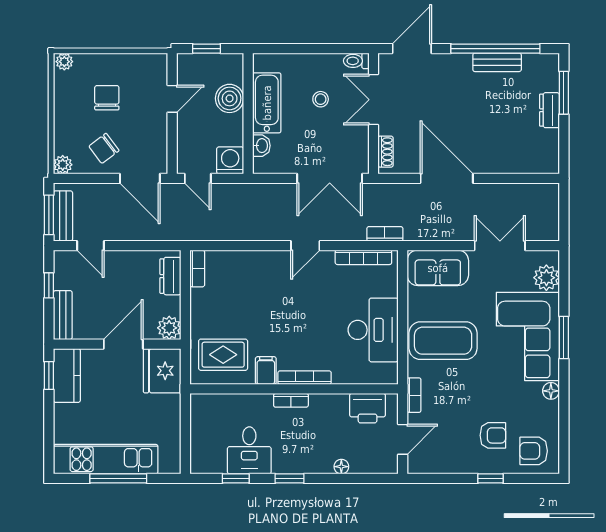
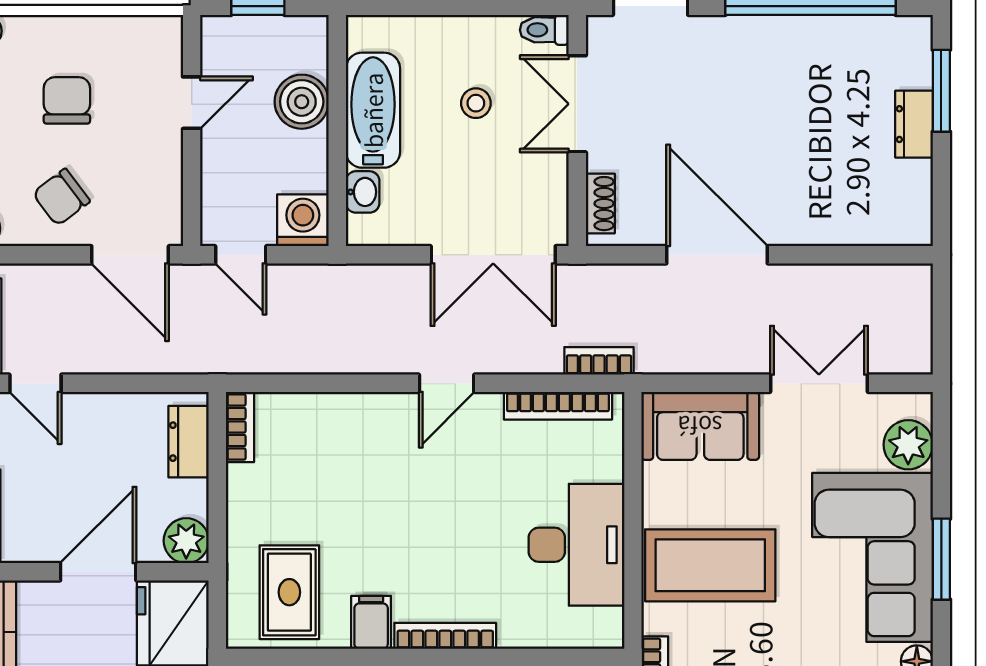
bench: (497, 62) -> (814, 33), removed
rug: (223, 355) -> (289, 592), turned 90

